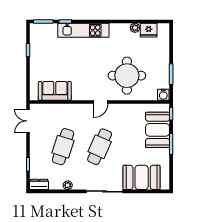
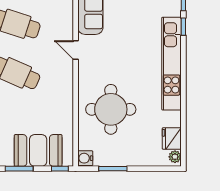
plant: (135, 28) -> (175, 157), moved
kitchen unit: (83, 30) -> (171, 64), width x1.36
door: (101, 102) -> (76, 50), moved

